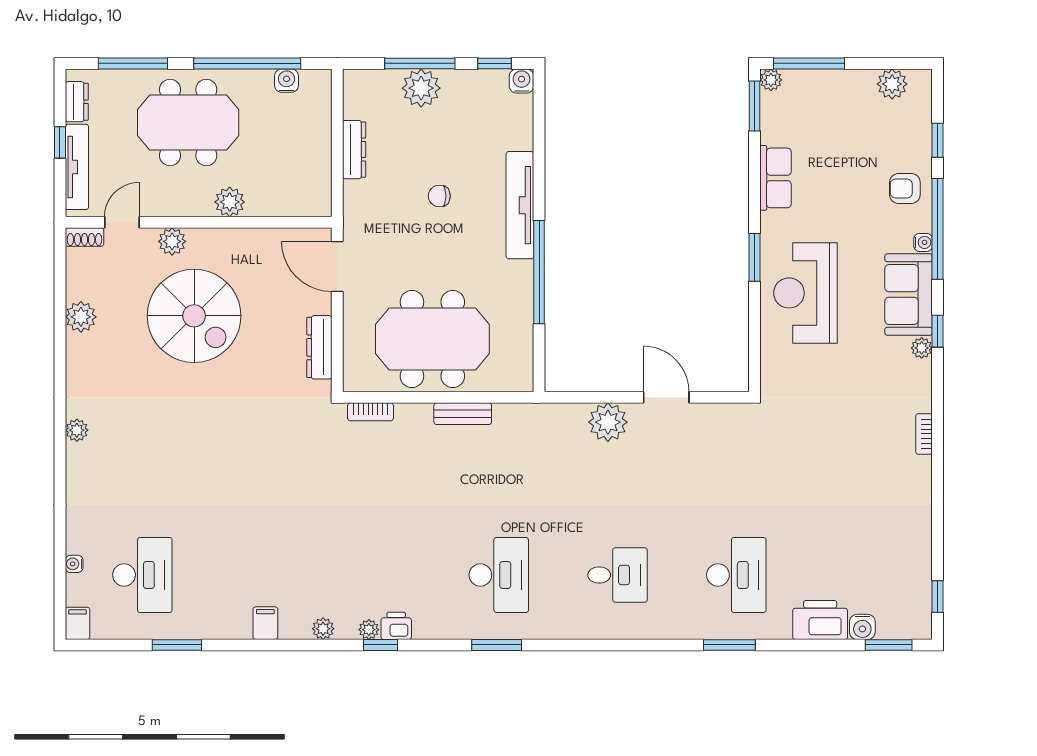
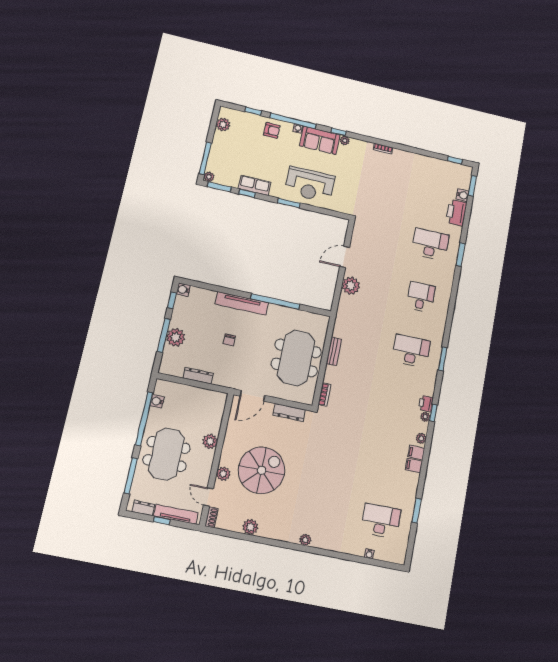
window: (754, 166) -> (247, 193), added
armchair: (905, 188) -> (272, 130), turned -90
filing cabinet: (78, 623) -> (416, 453), moved

